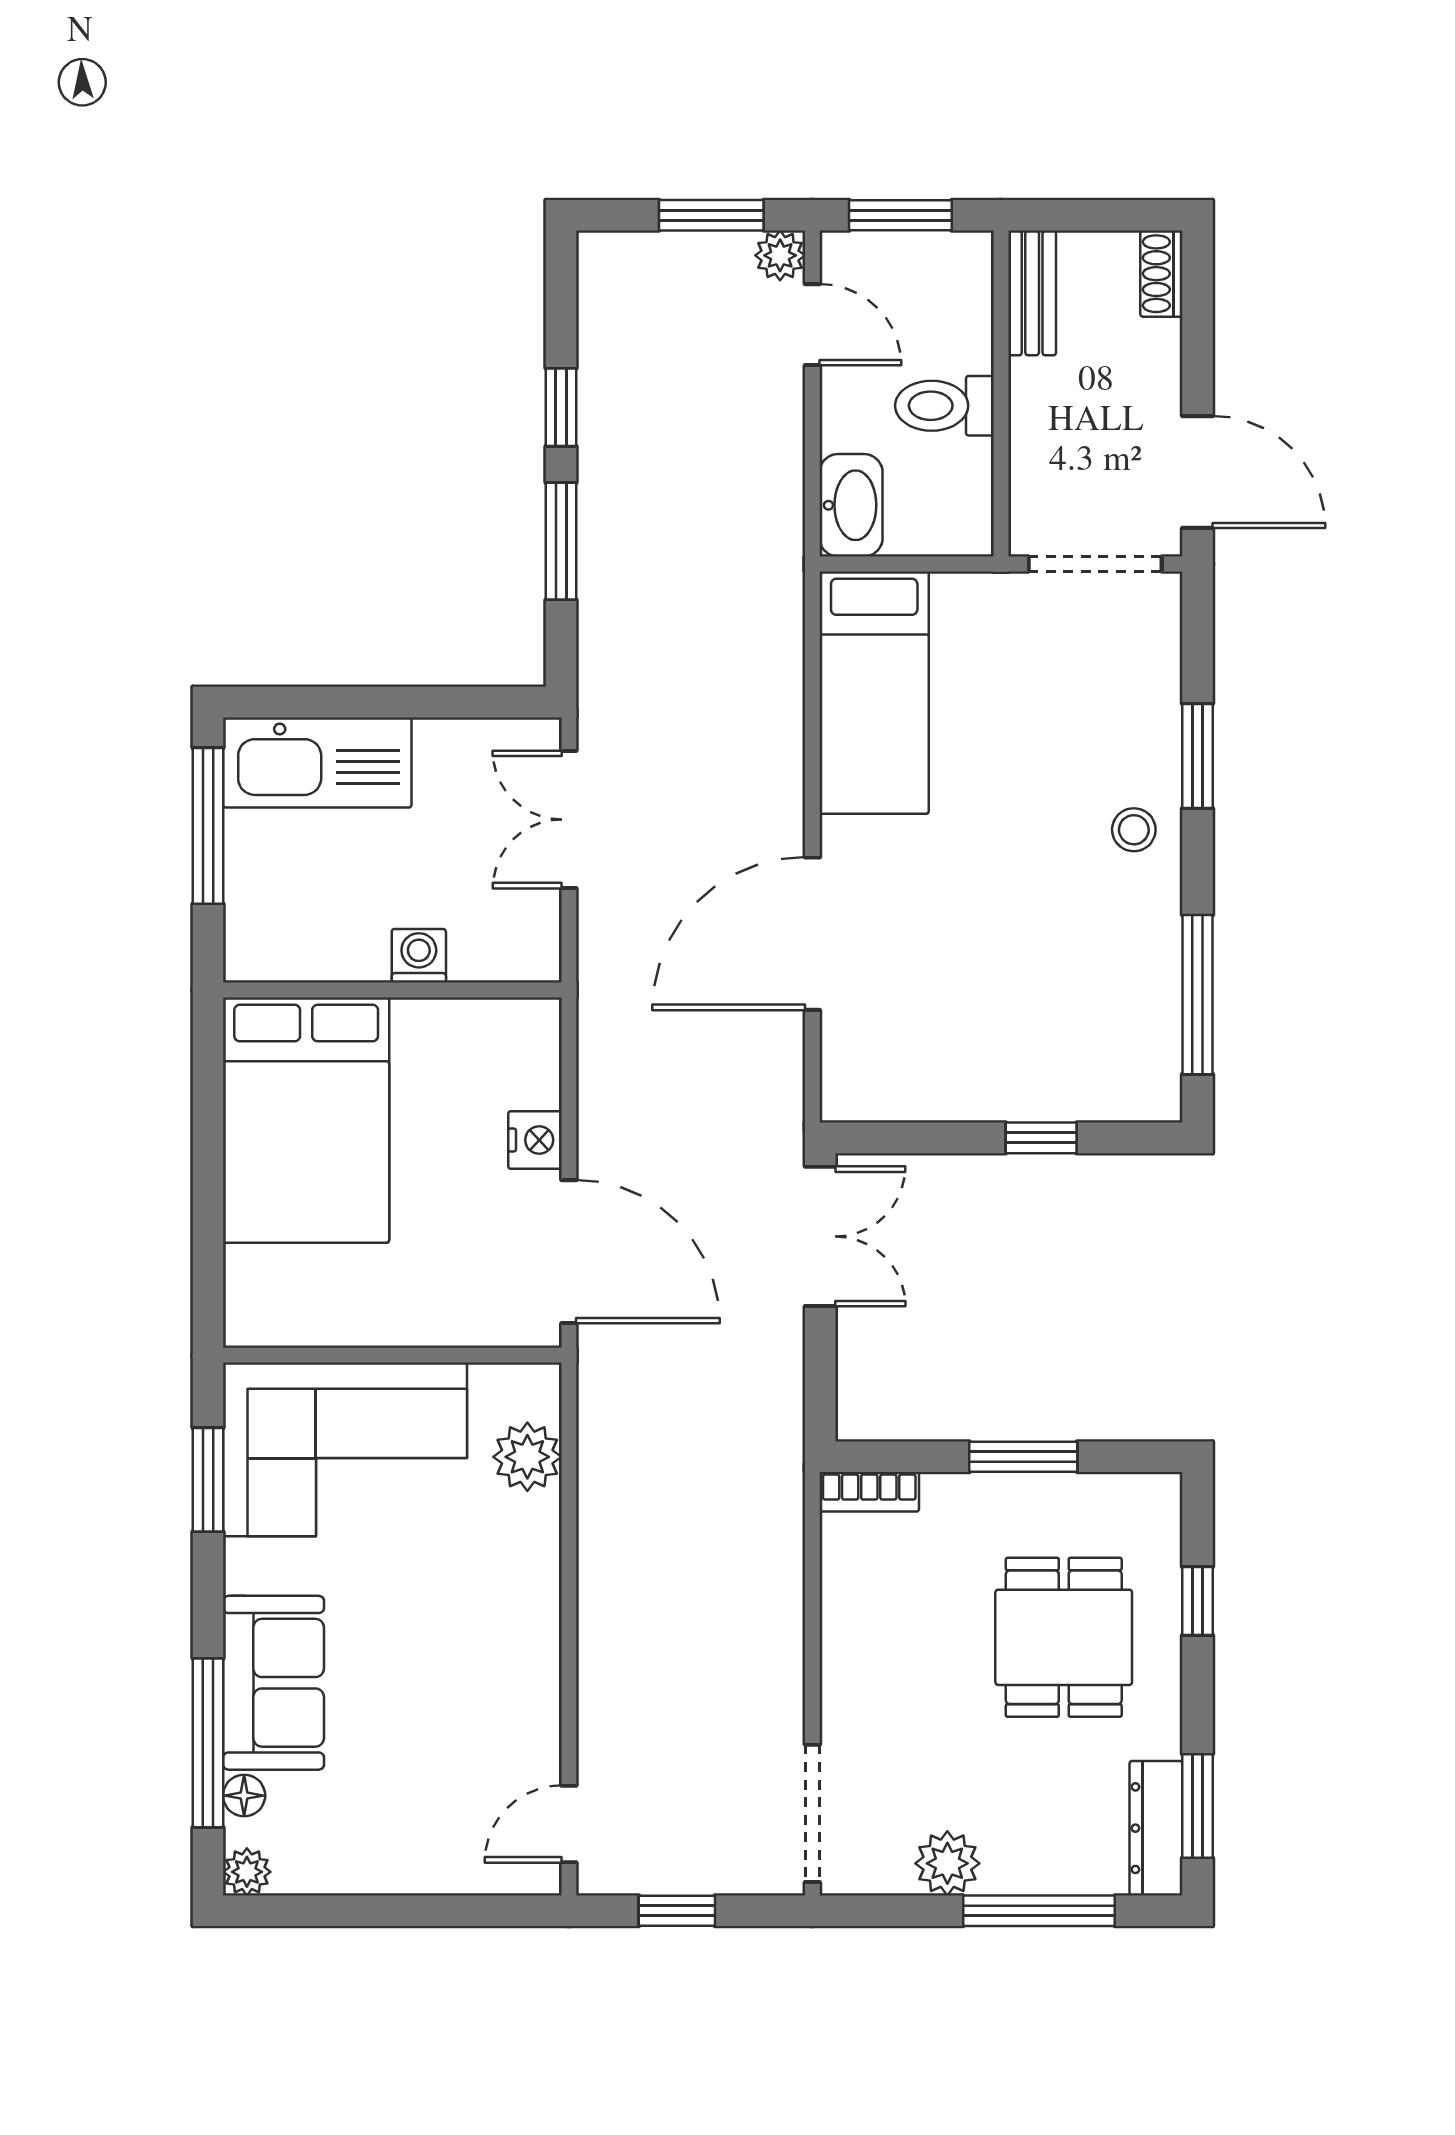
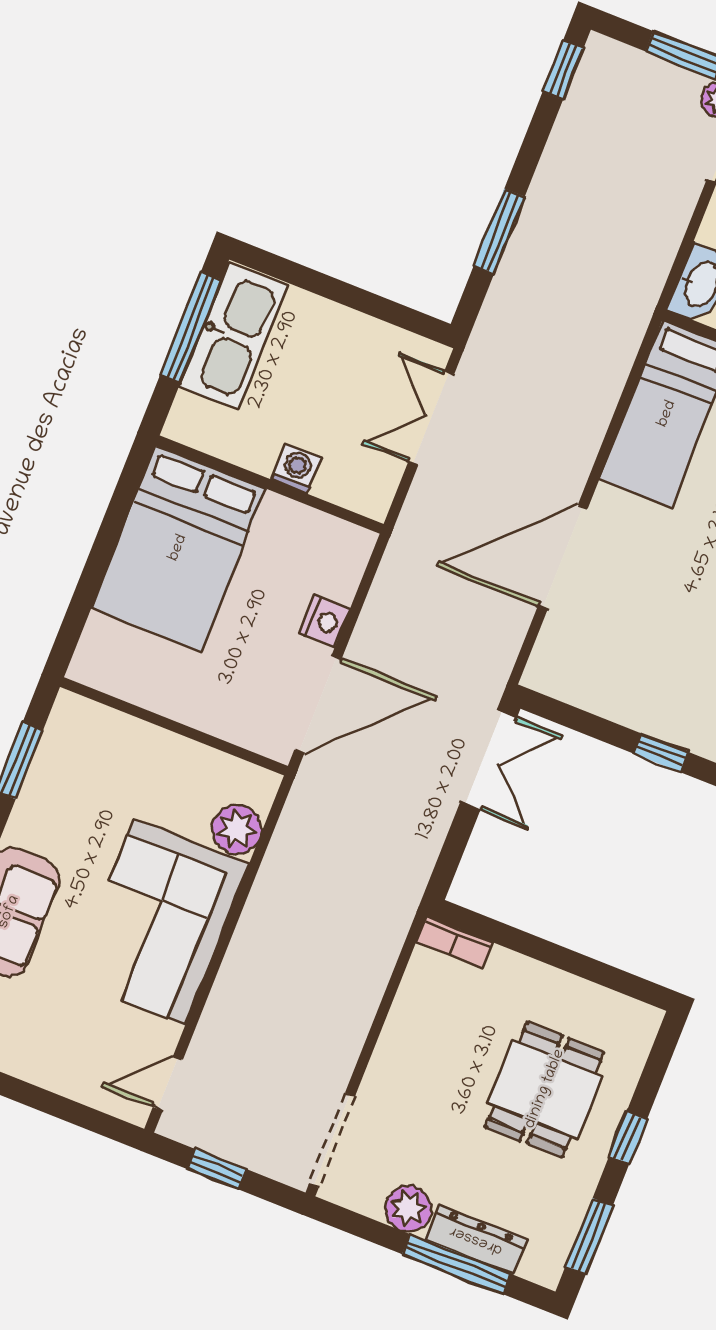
window: (561, 407) -> (563, 70), moved
kitchen sink: (317, 762) -> (234, 336), moved, turned -90
door: (569, 1252) -> (318, 704), hinge flipped
corner sofa: (345, 1449) -> (160, 922), moved, turned 90
window: (1023, 1457) -> (565, 959), removed
window: (1198, 1601) -> (628, 1138), moved
dresser: (1156, 1828) -> (476, 1240), moved, turned 90

